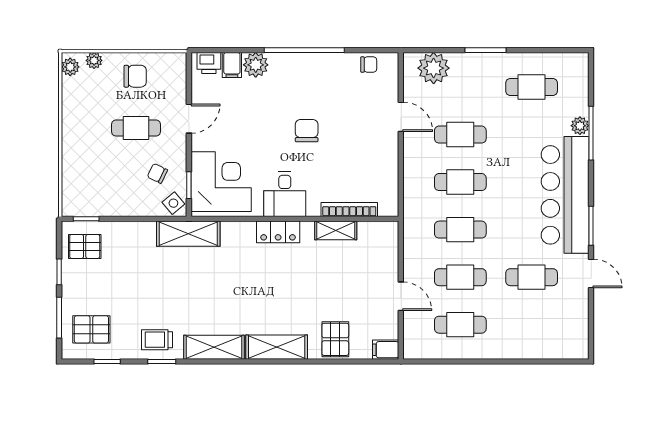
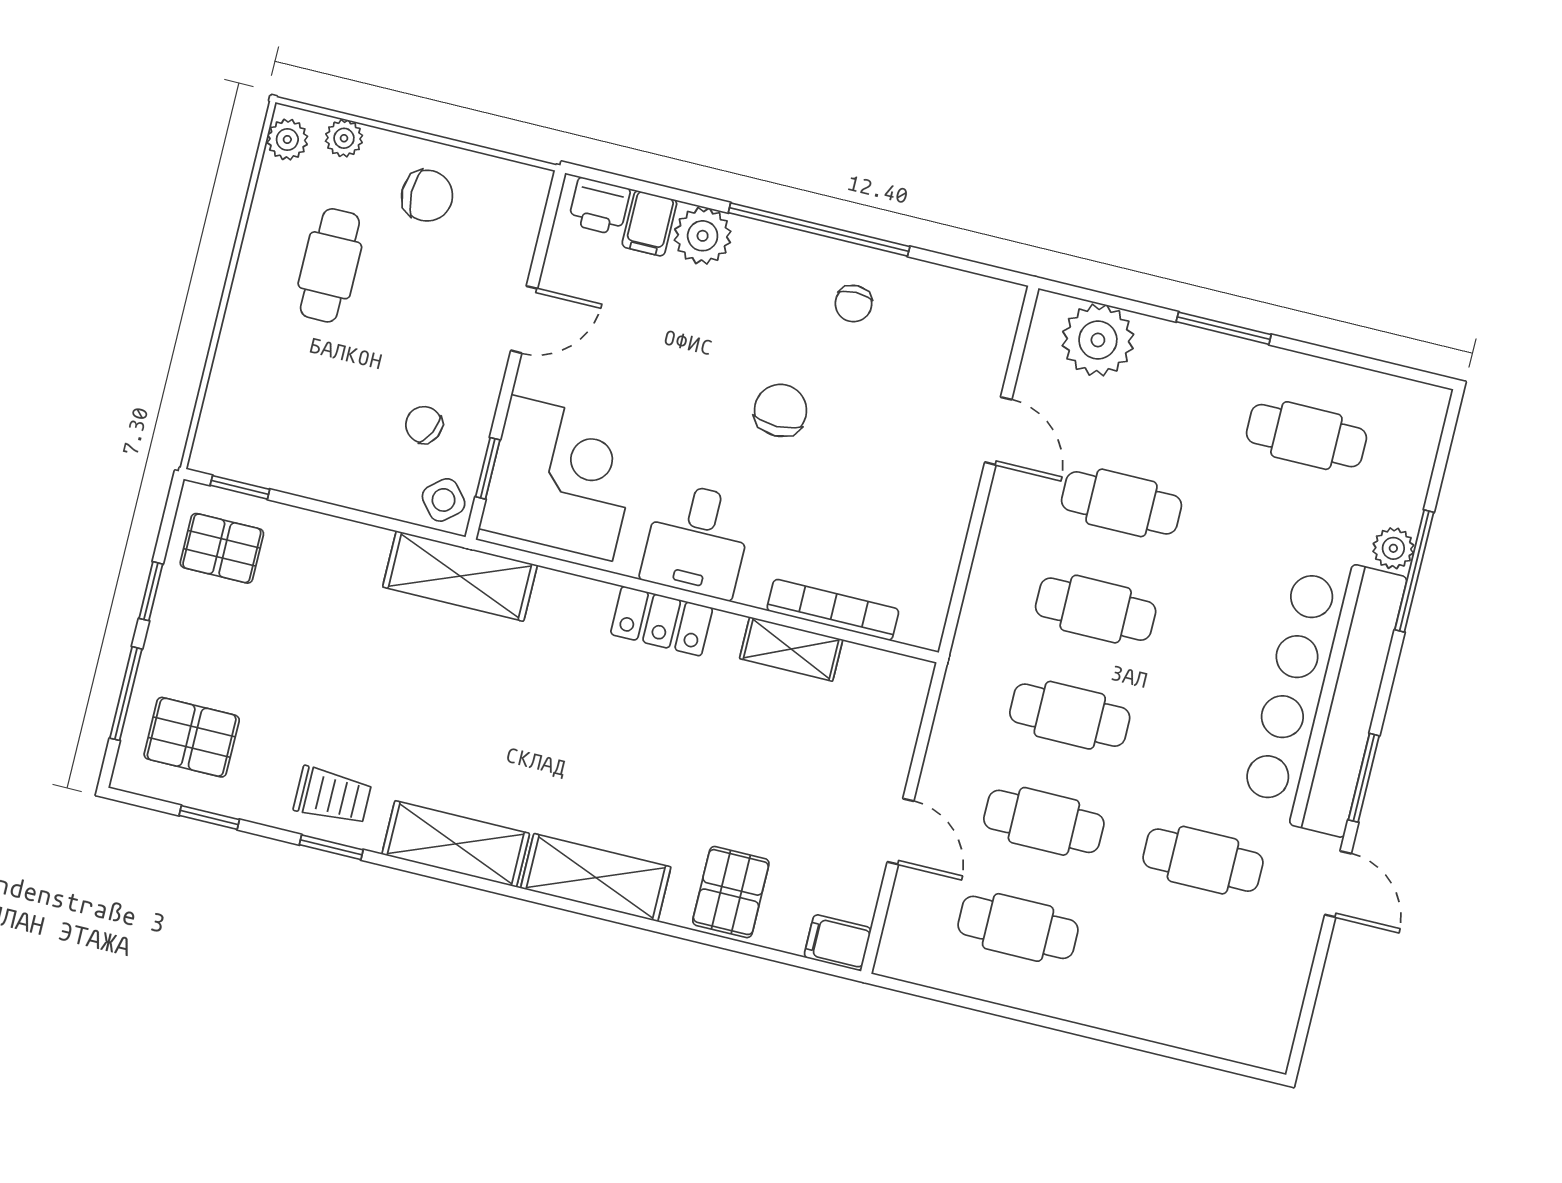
chair: (369, 64) -> (853, 304), moved, turned 90
cafe table: (136, 128) -> (330, 265), moved, turned 90
trolley: (157, 340) -> (332, 796), turned 180

